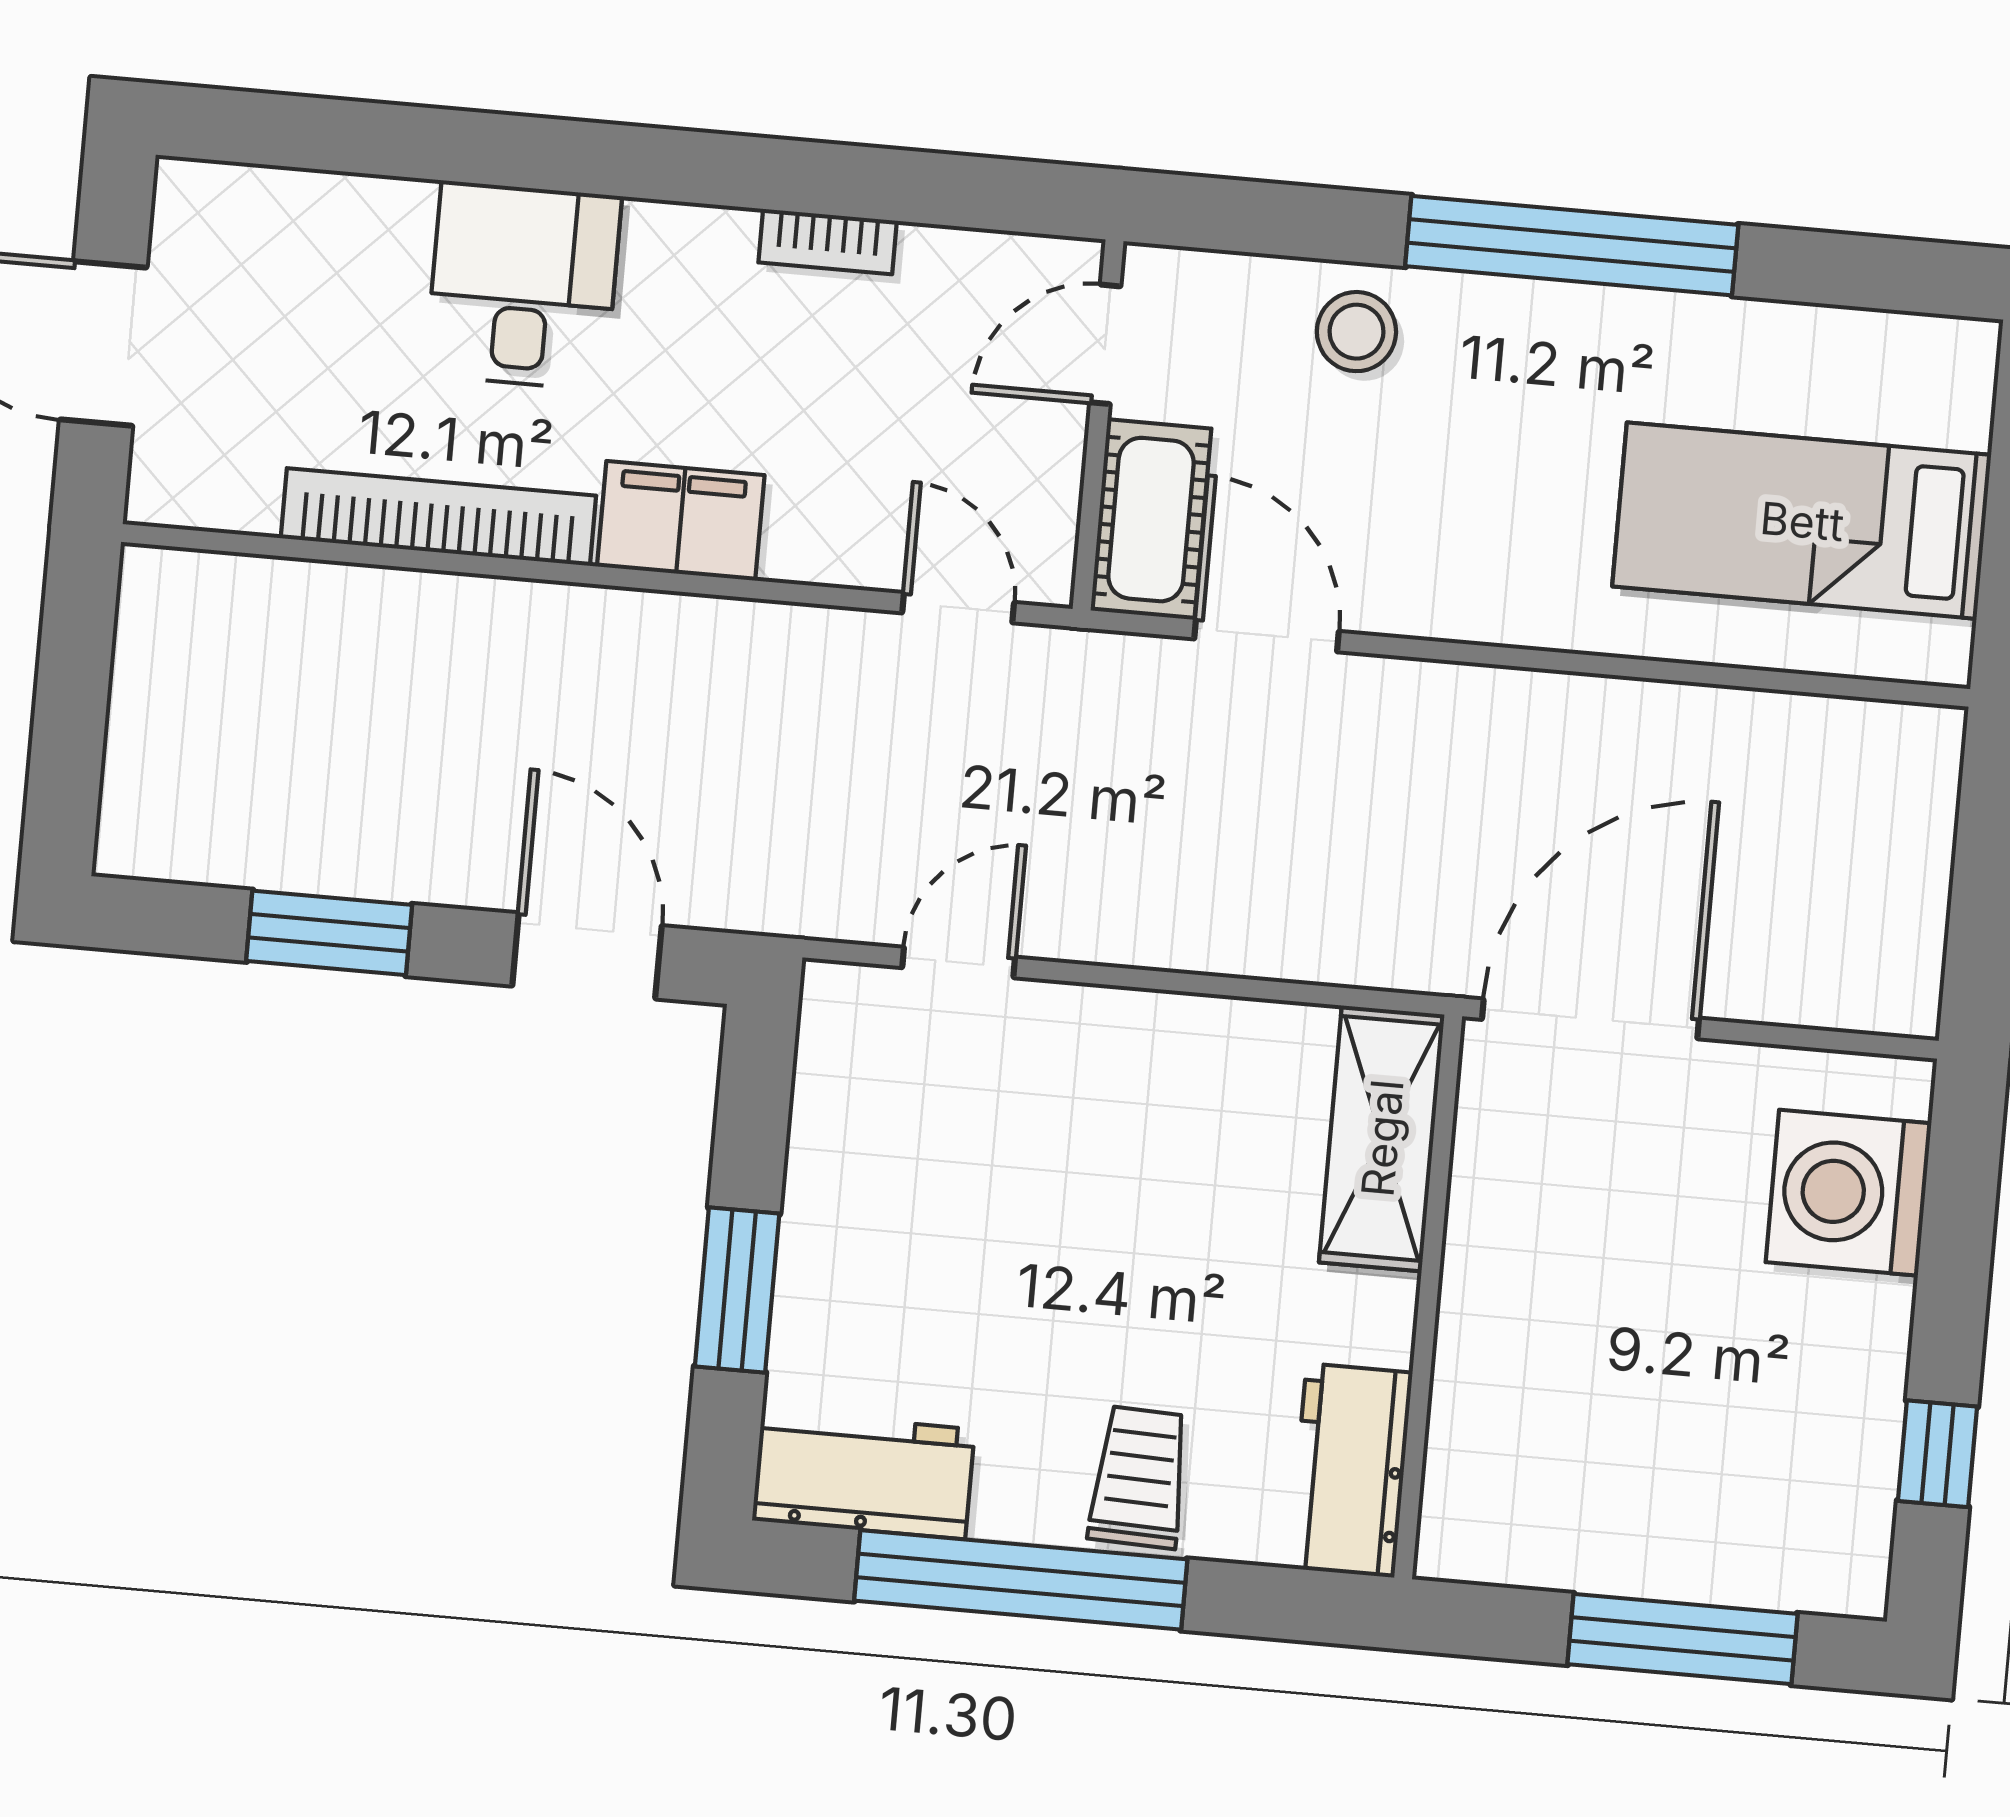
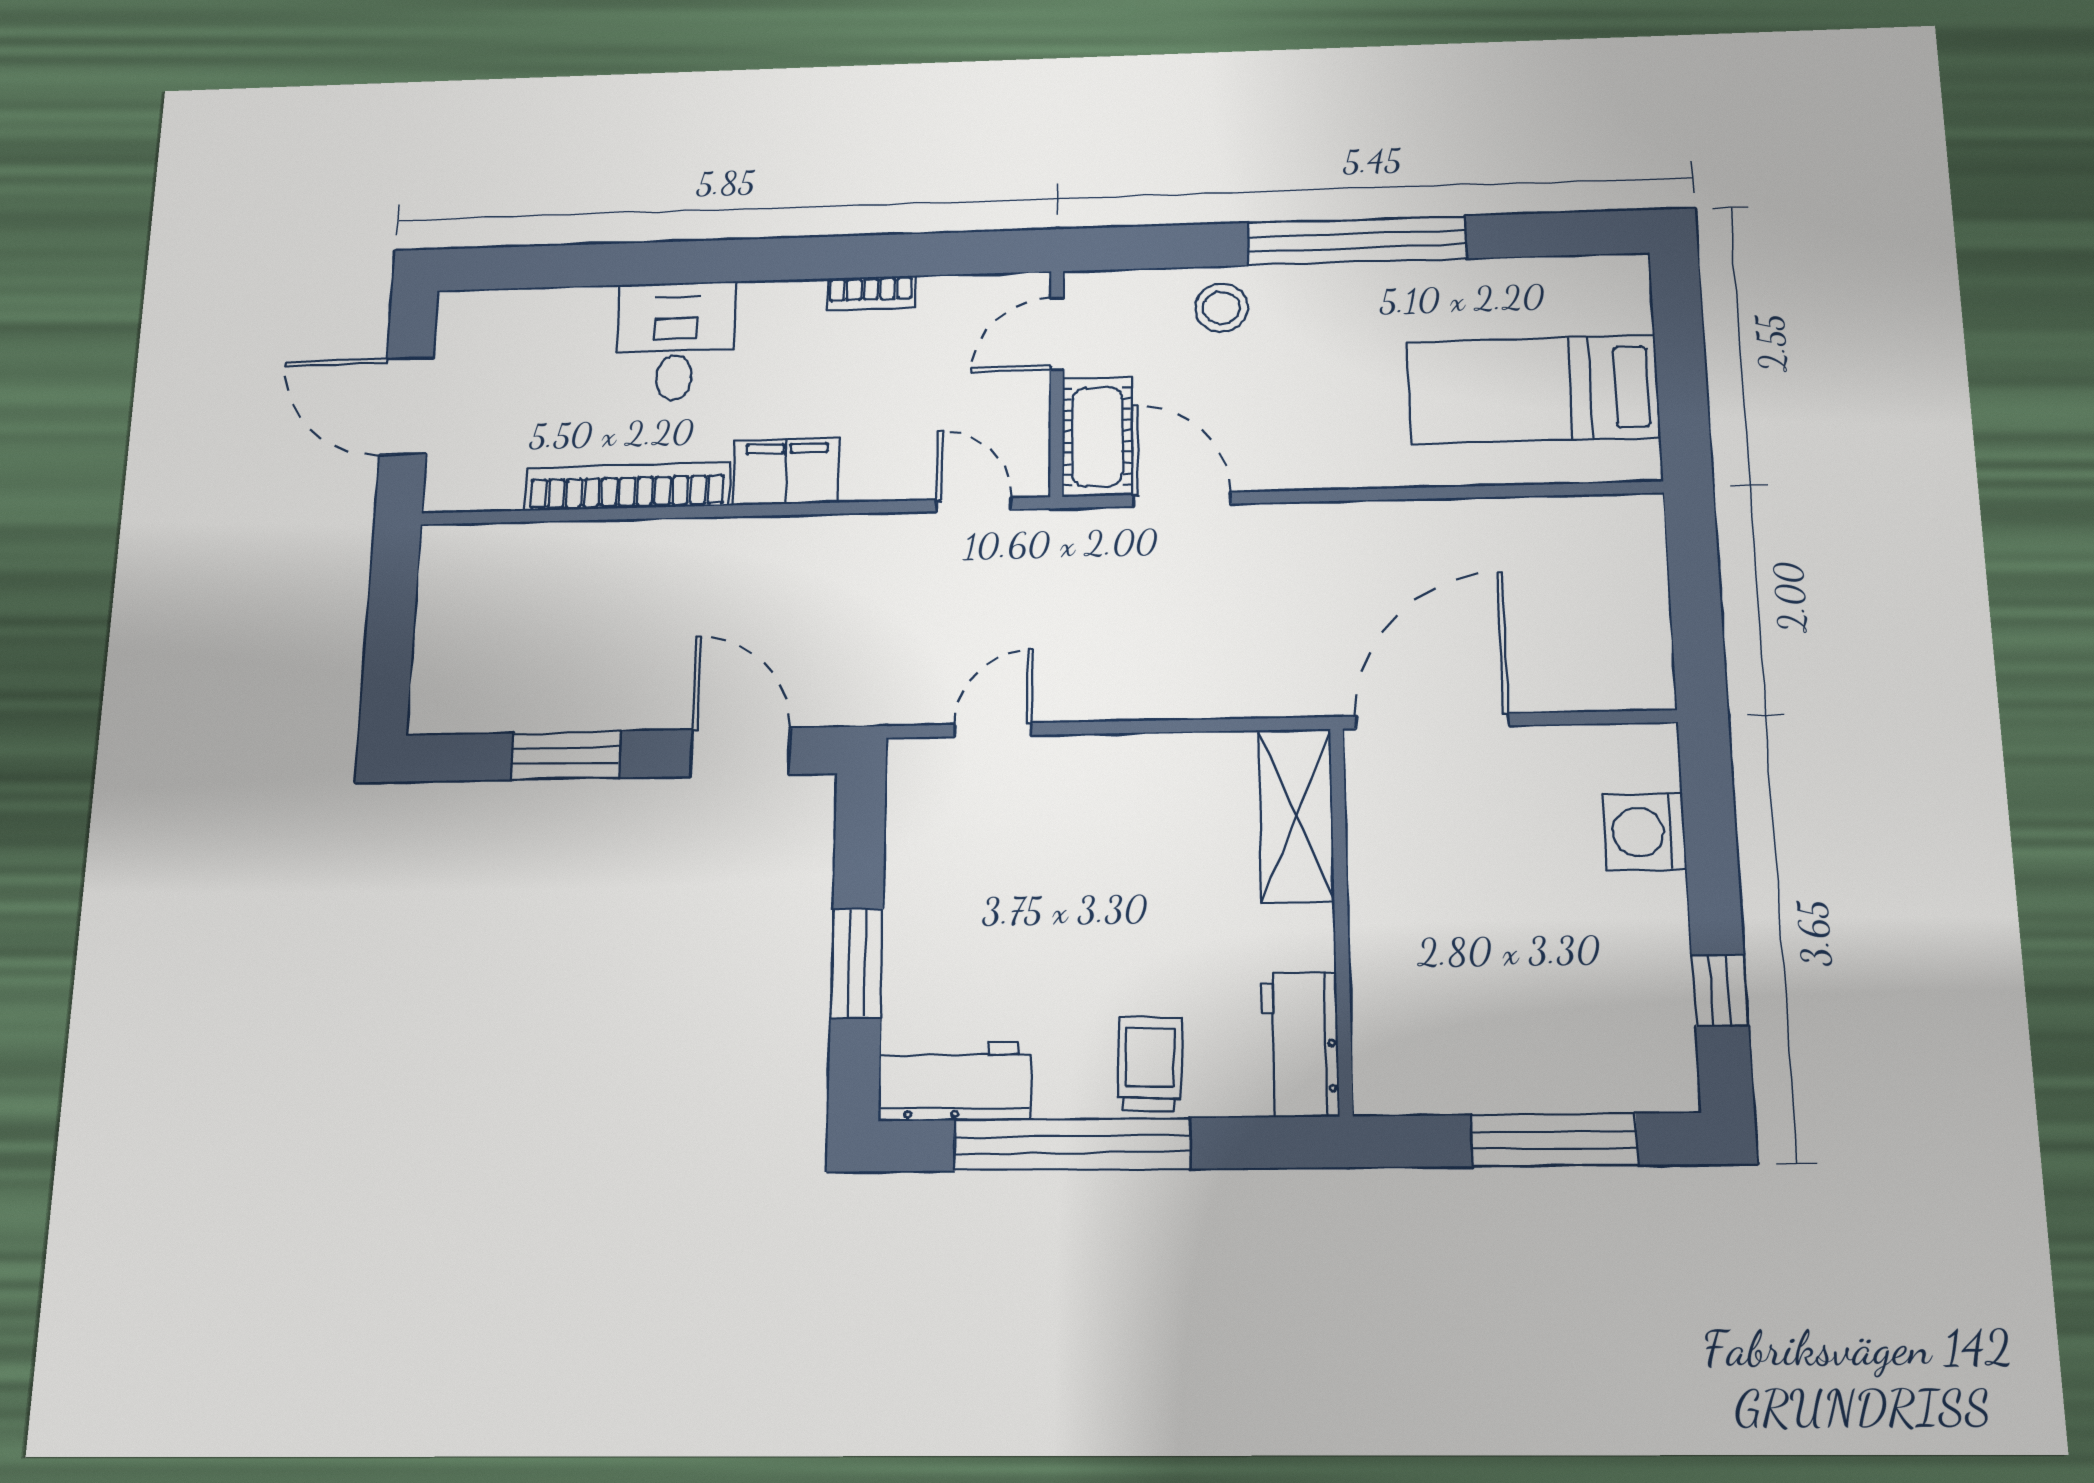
washing machine: (1849, 1193) -> (1645, 832), width x0.73, depth x0.73

